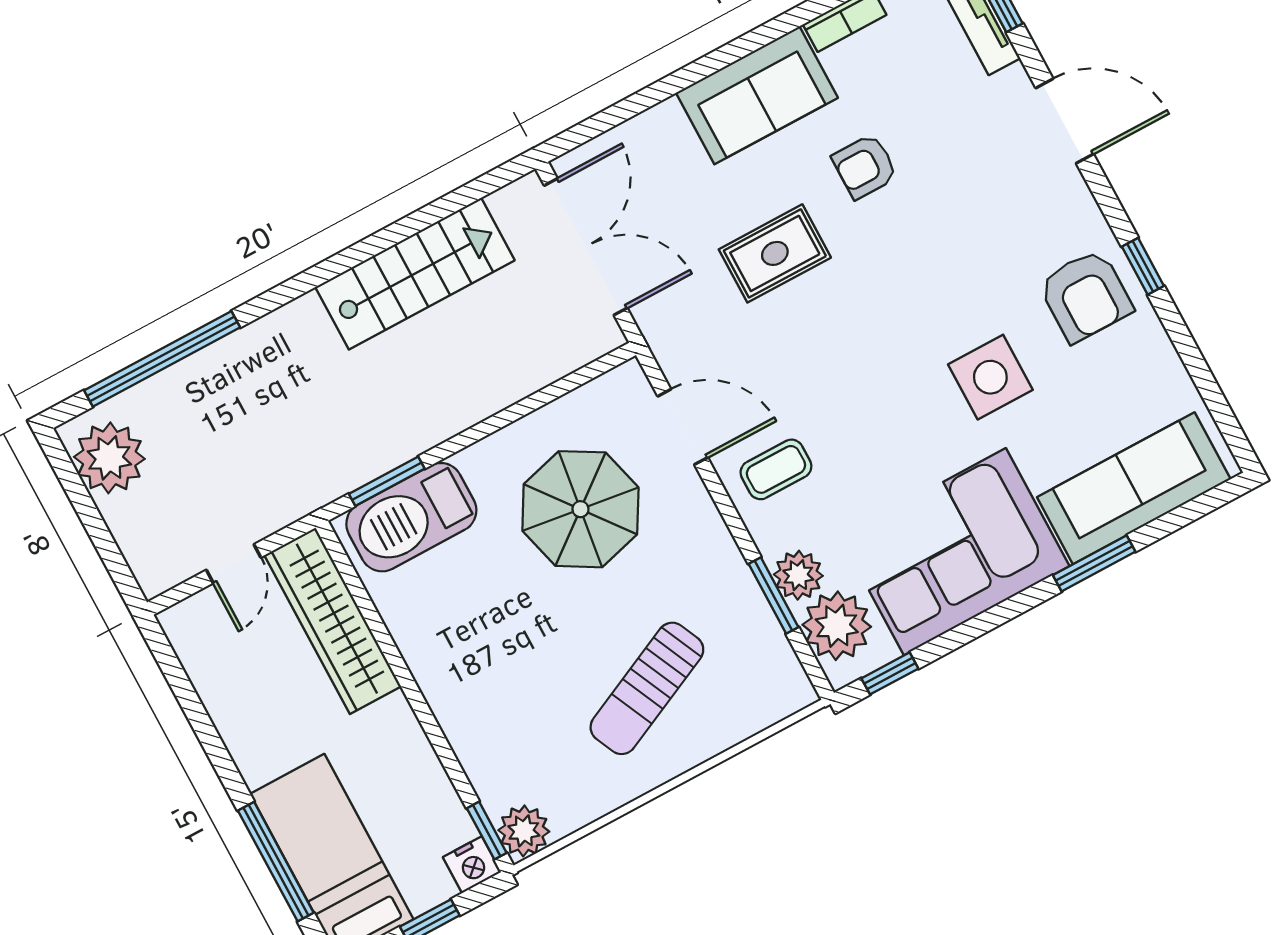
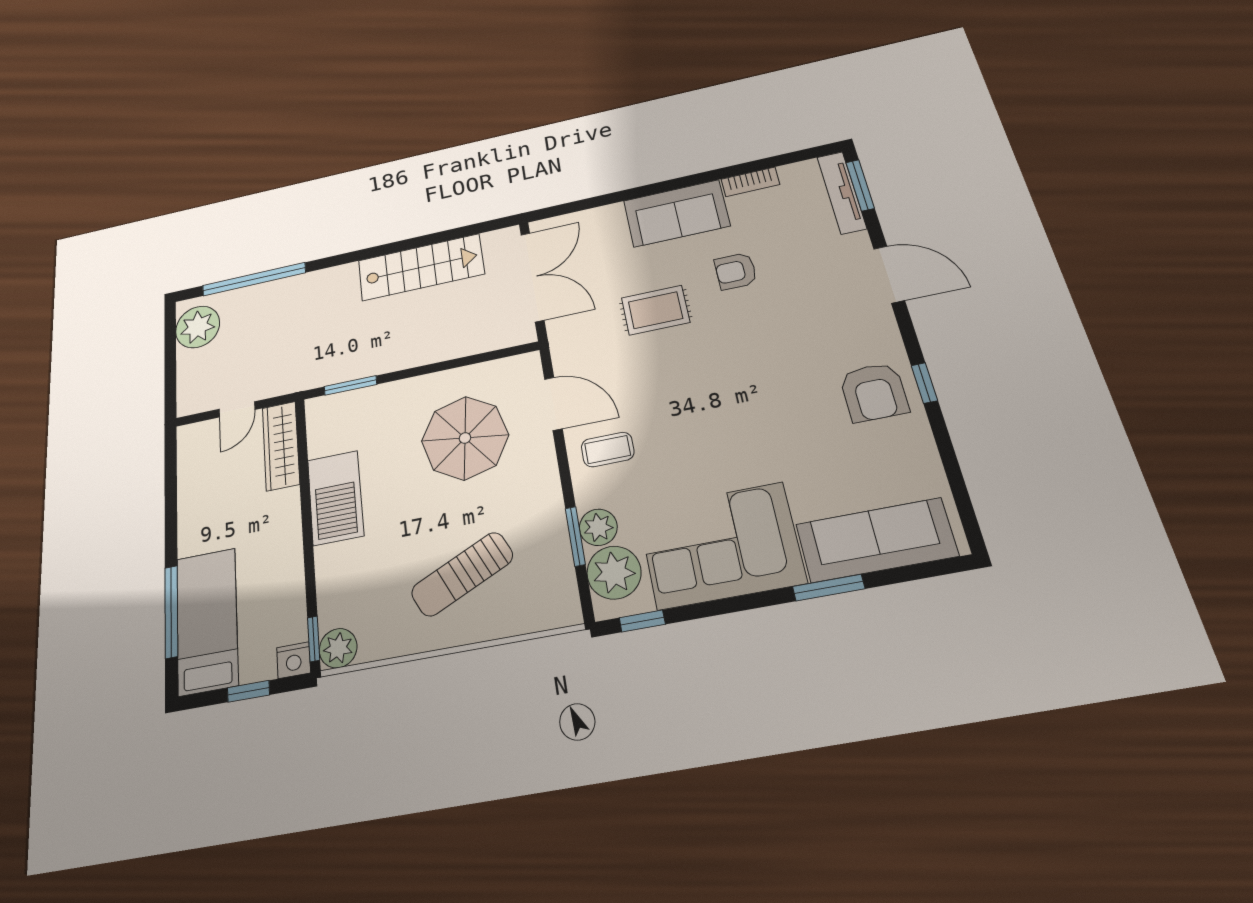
side table: (990, 377) -> (785, 429), removed
barbecue: (411, 517) -> (335, 498), moved, turned -90
wardrobe: (333, 621) -> (281, 446), width x0.71, depth x0.85

